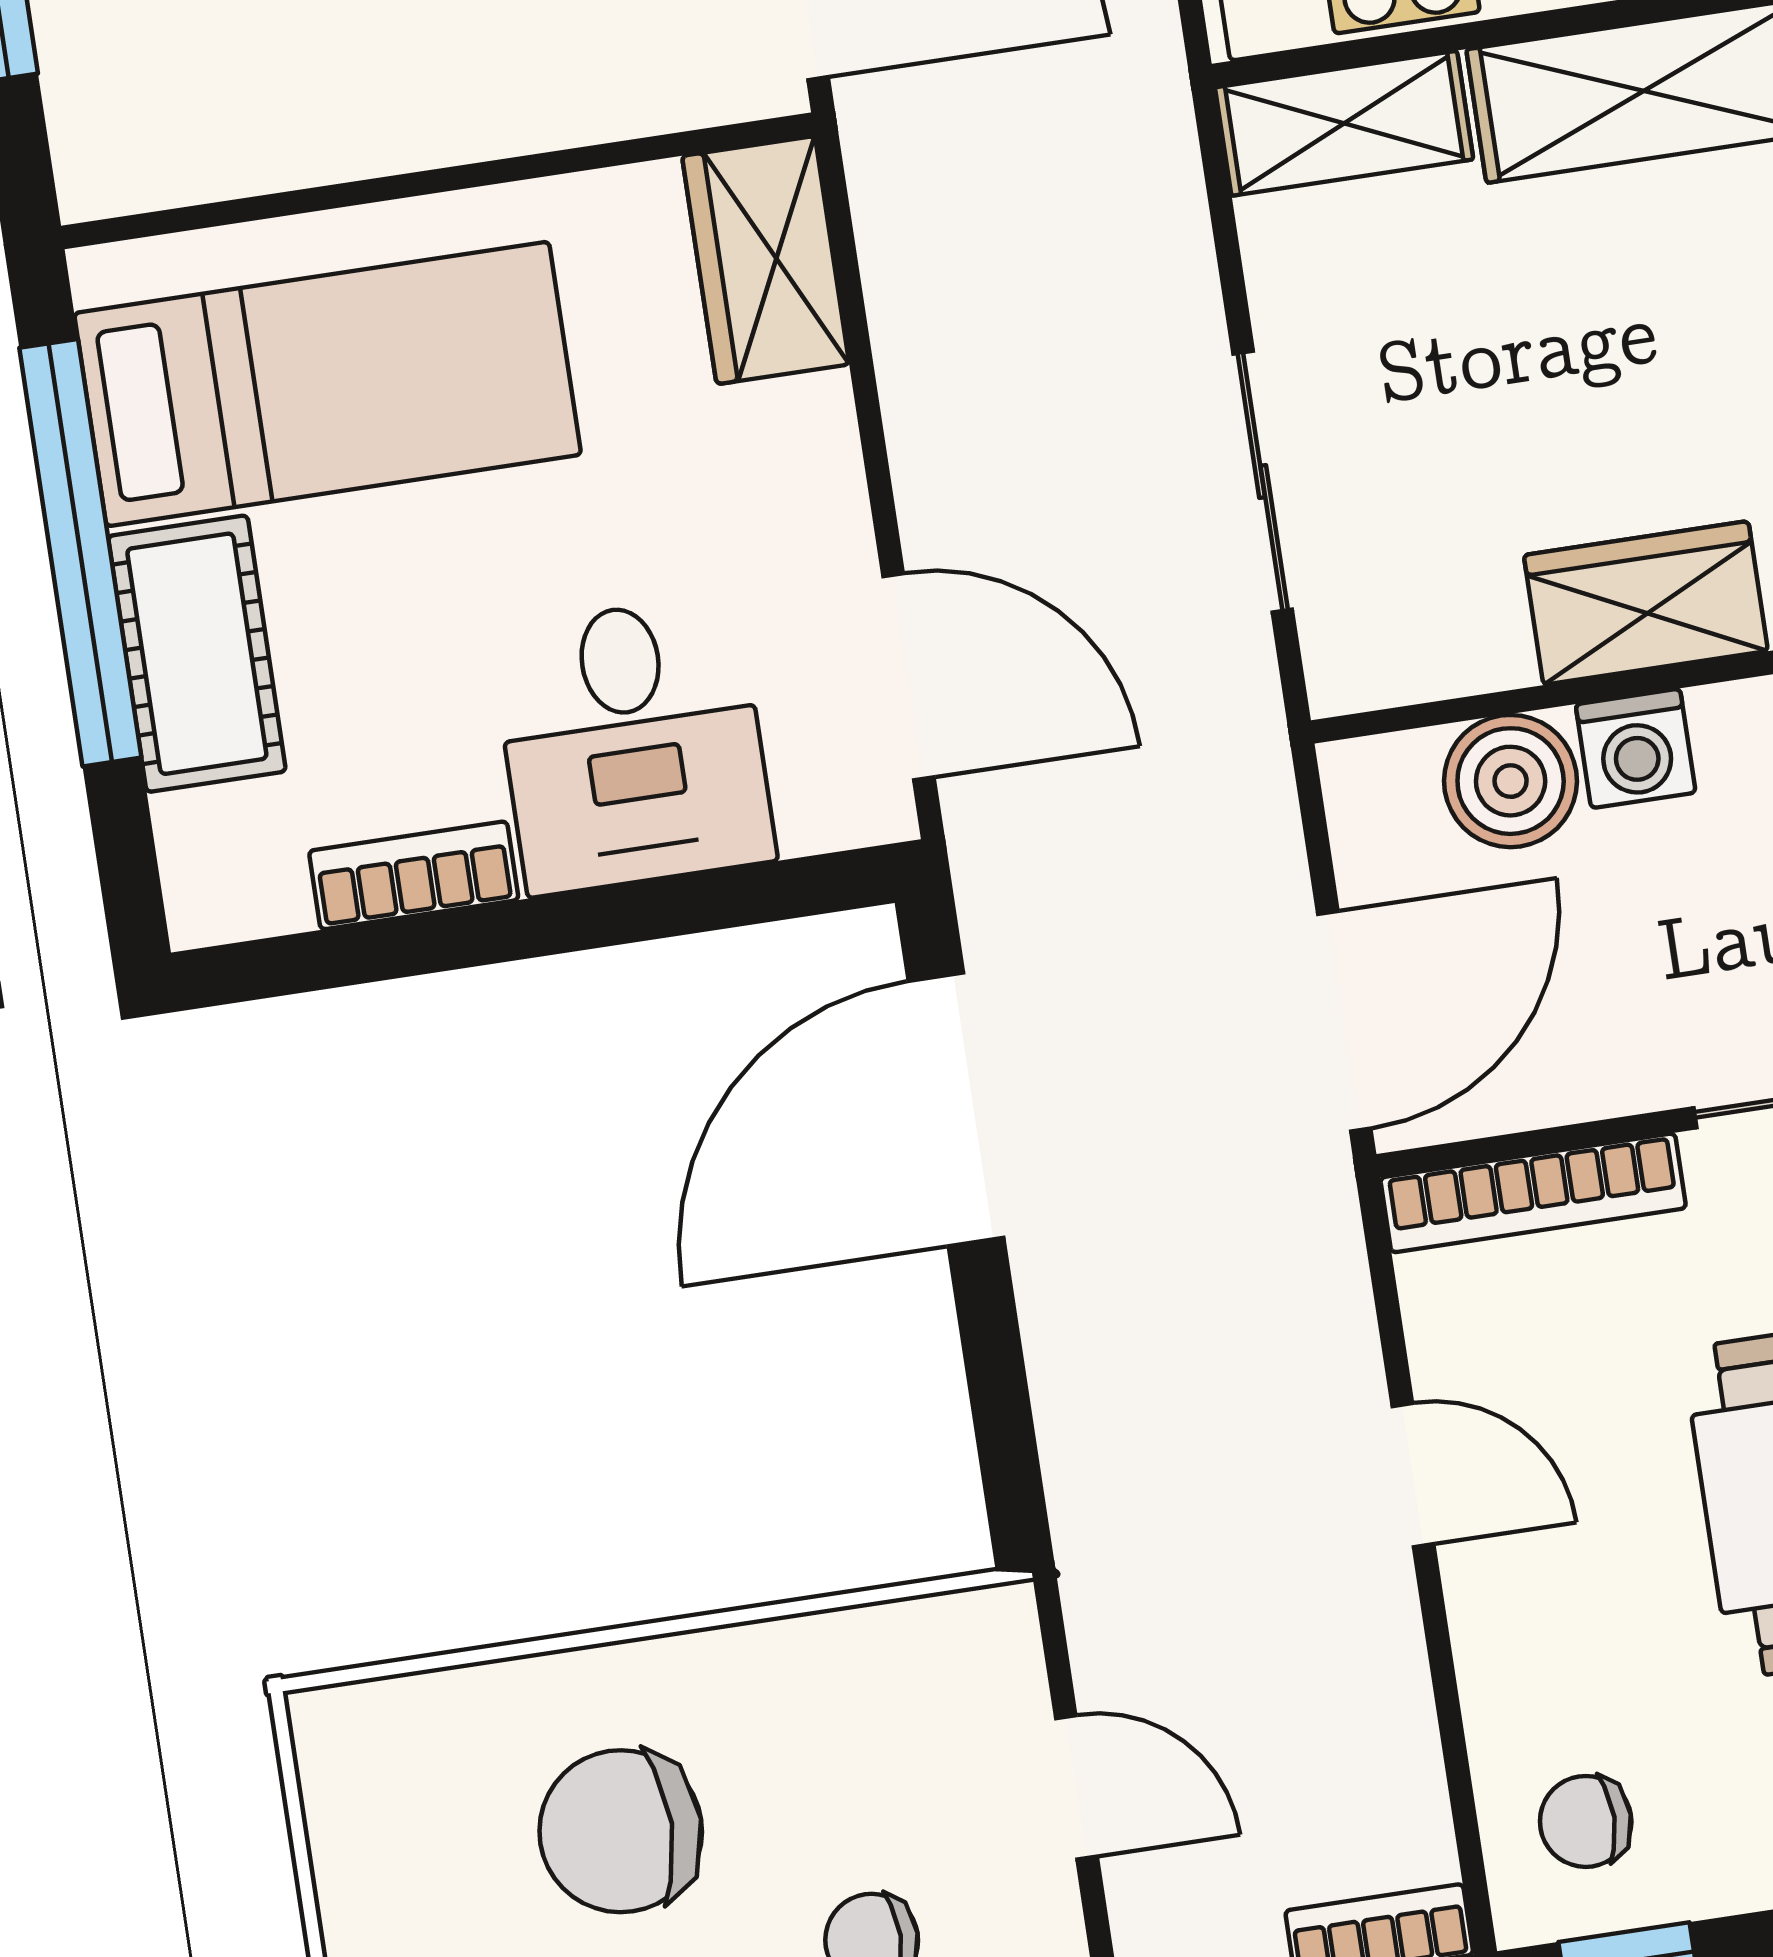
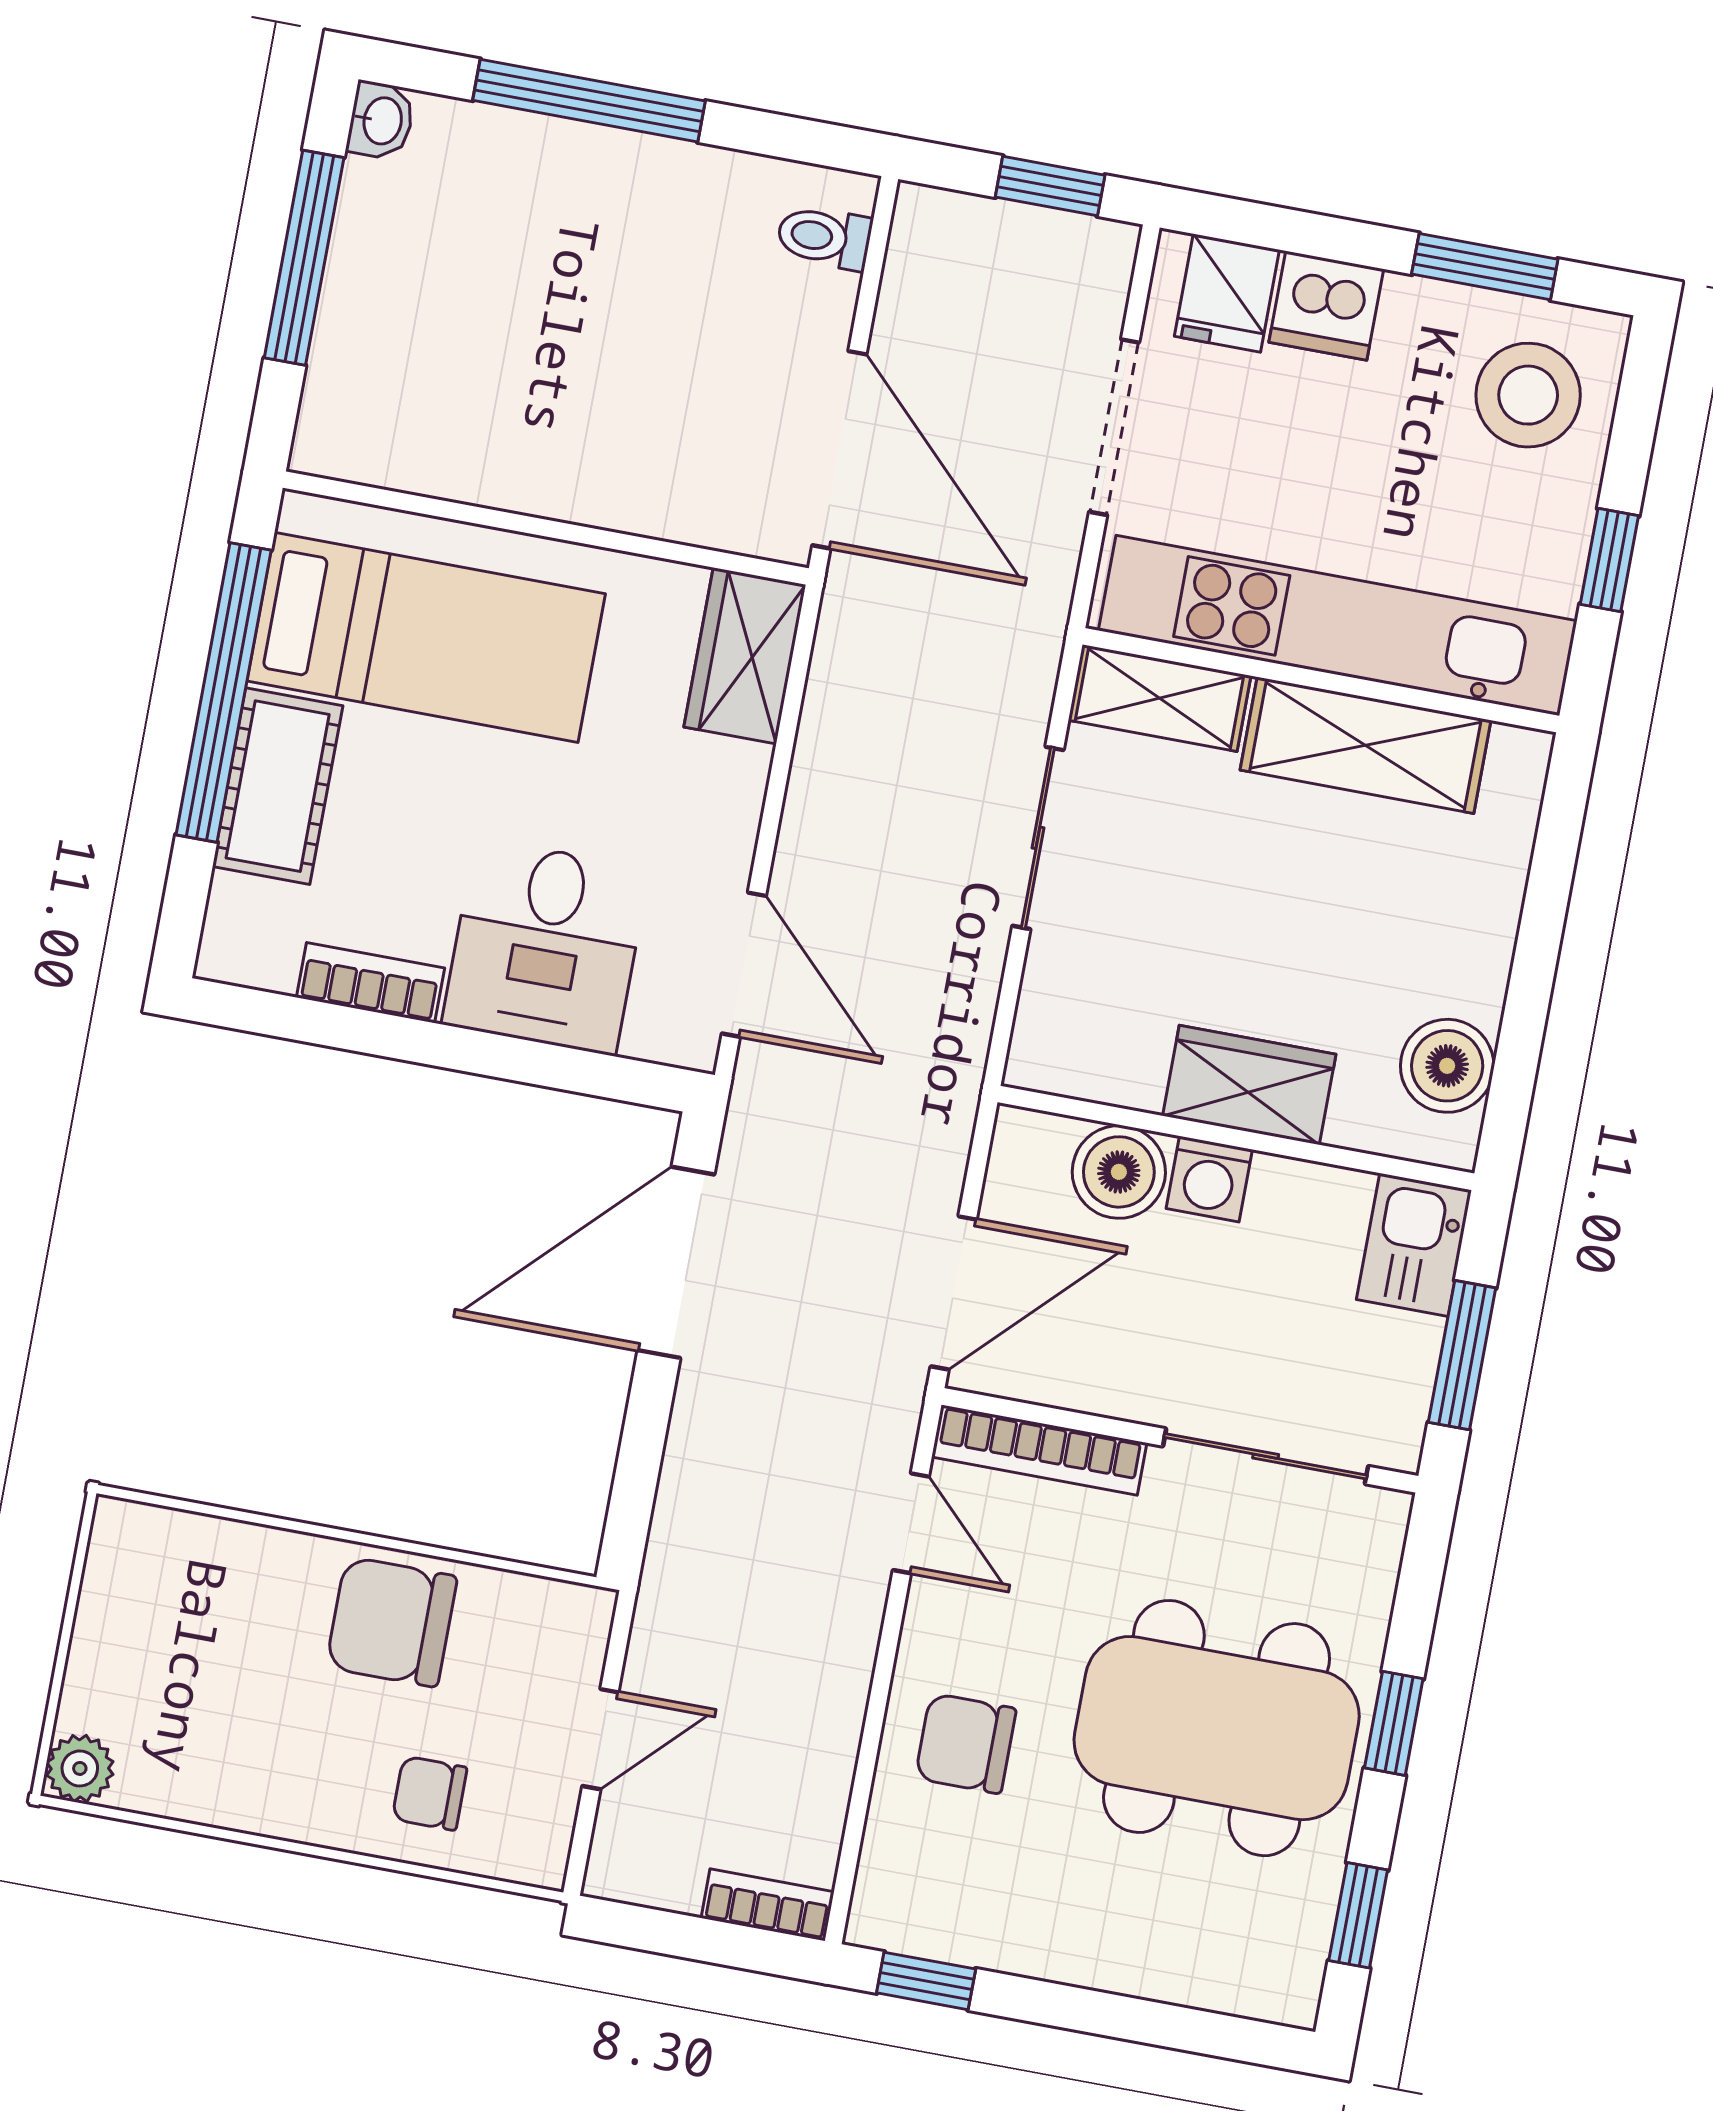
sliding door: (1263, 481) -> (1038, 838), moved
door: (1413, 1475) -> (911, 1523), moved
door: (1076, 1787) -> (600, 1739), hinge flipped
chair: (1586, 1821) -> (966, 1743), moved, width x1.37, depth x1.37
chair: (621, 1831) -> (391, 1622), moved

